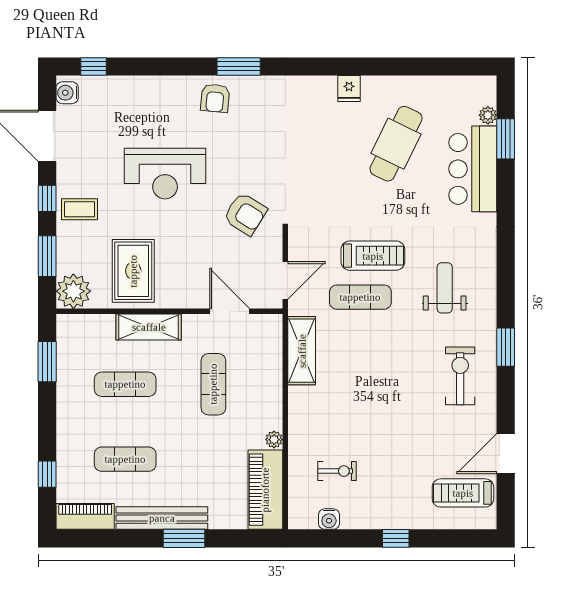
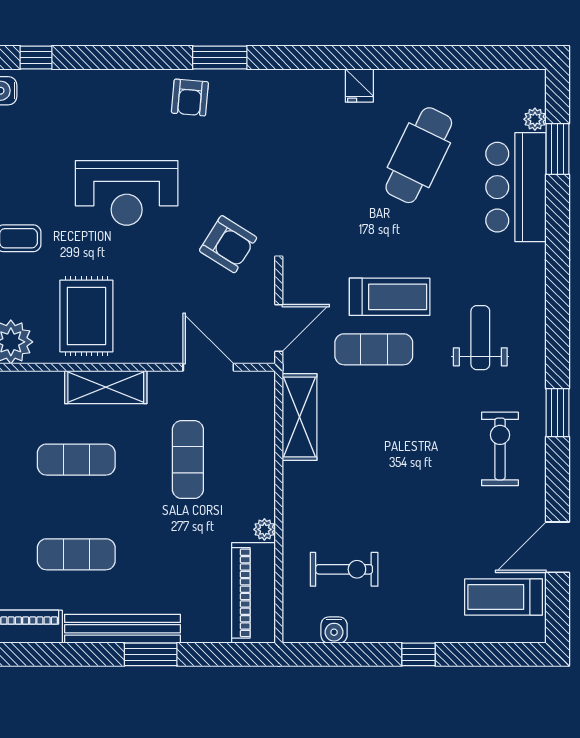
exercise bike: (337, 471) -> (344, 569), width x1.38, depth x1.39

